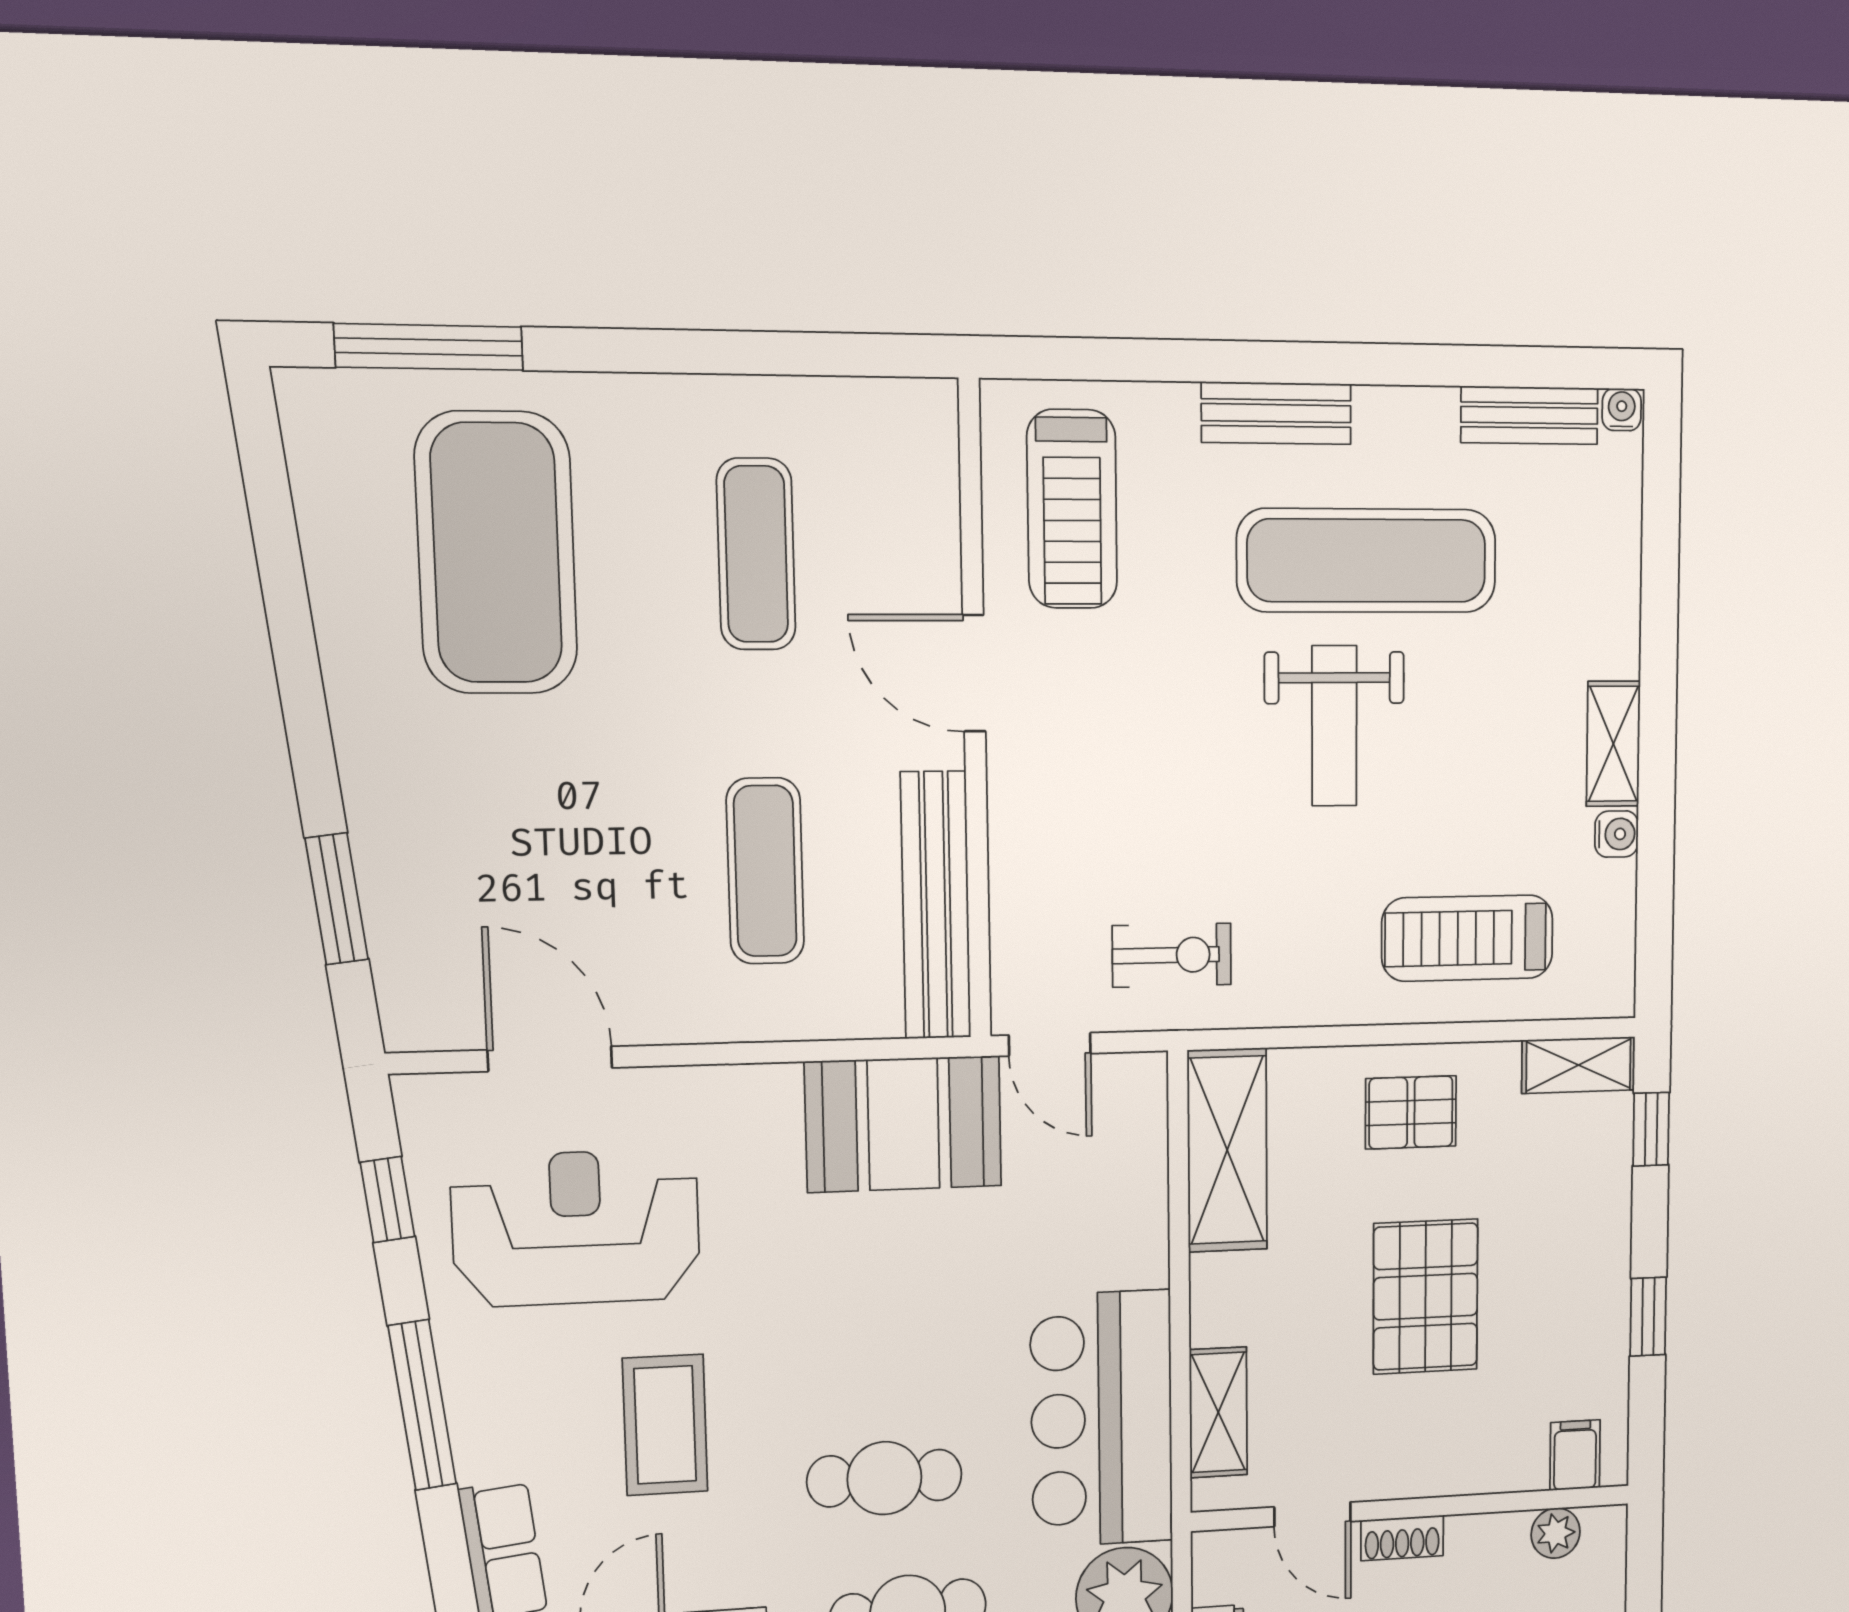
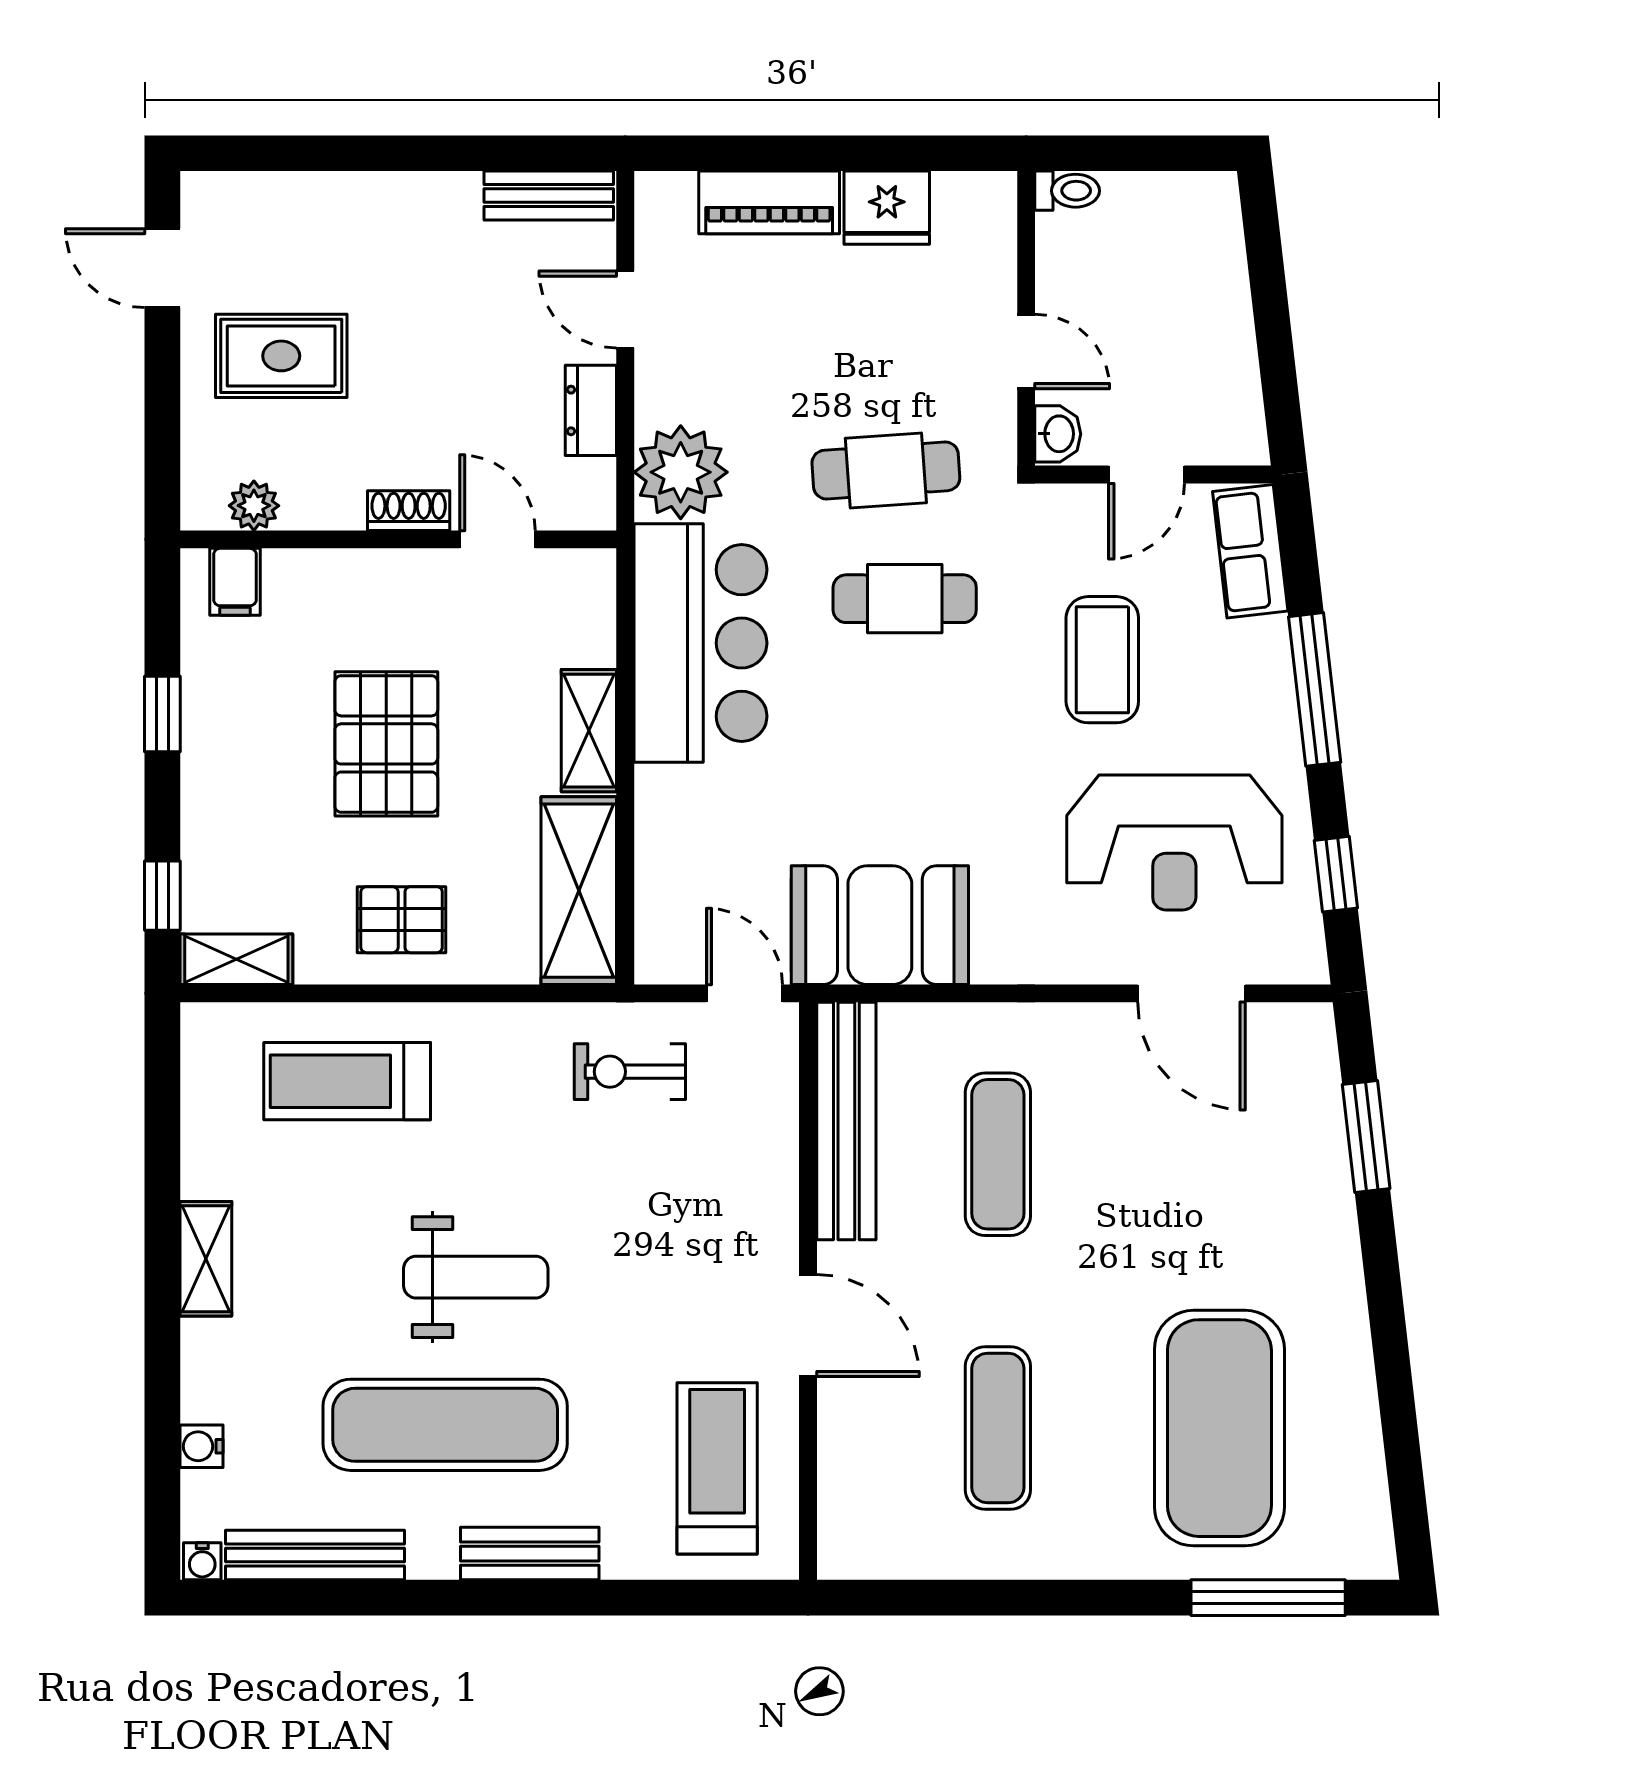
bench: (1529, 415) -> (315, 1555), width x1.36
weight bench: (1334, 726) -> (476, 1277), turned 90
water cooler: (1617, 834) -> (201, 1446), moved
treadmill: (1467, 938) -> (347, 1081), turned 180
shelving: (1218, 1412) -> (589, 731), moved

